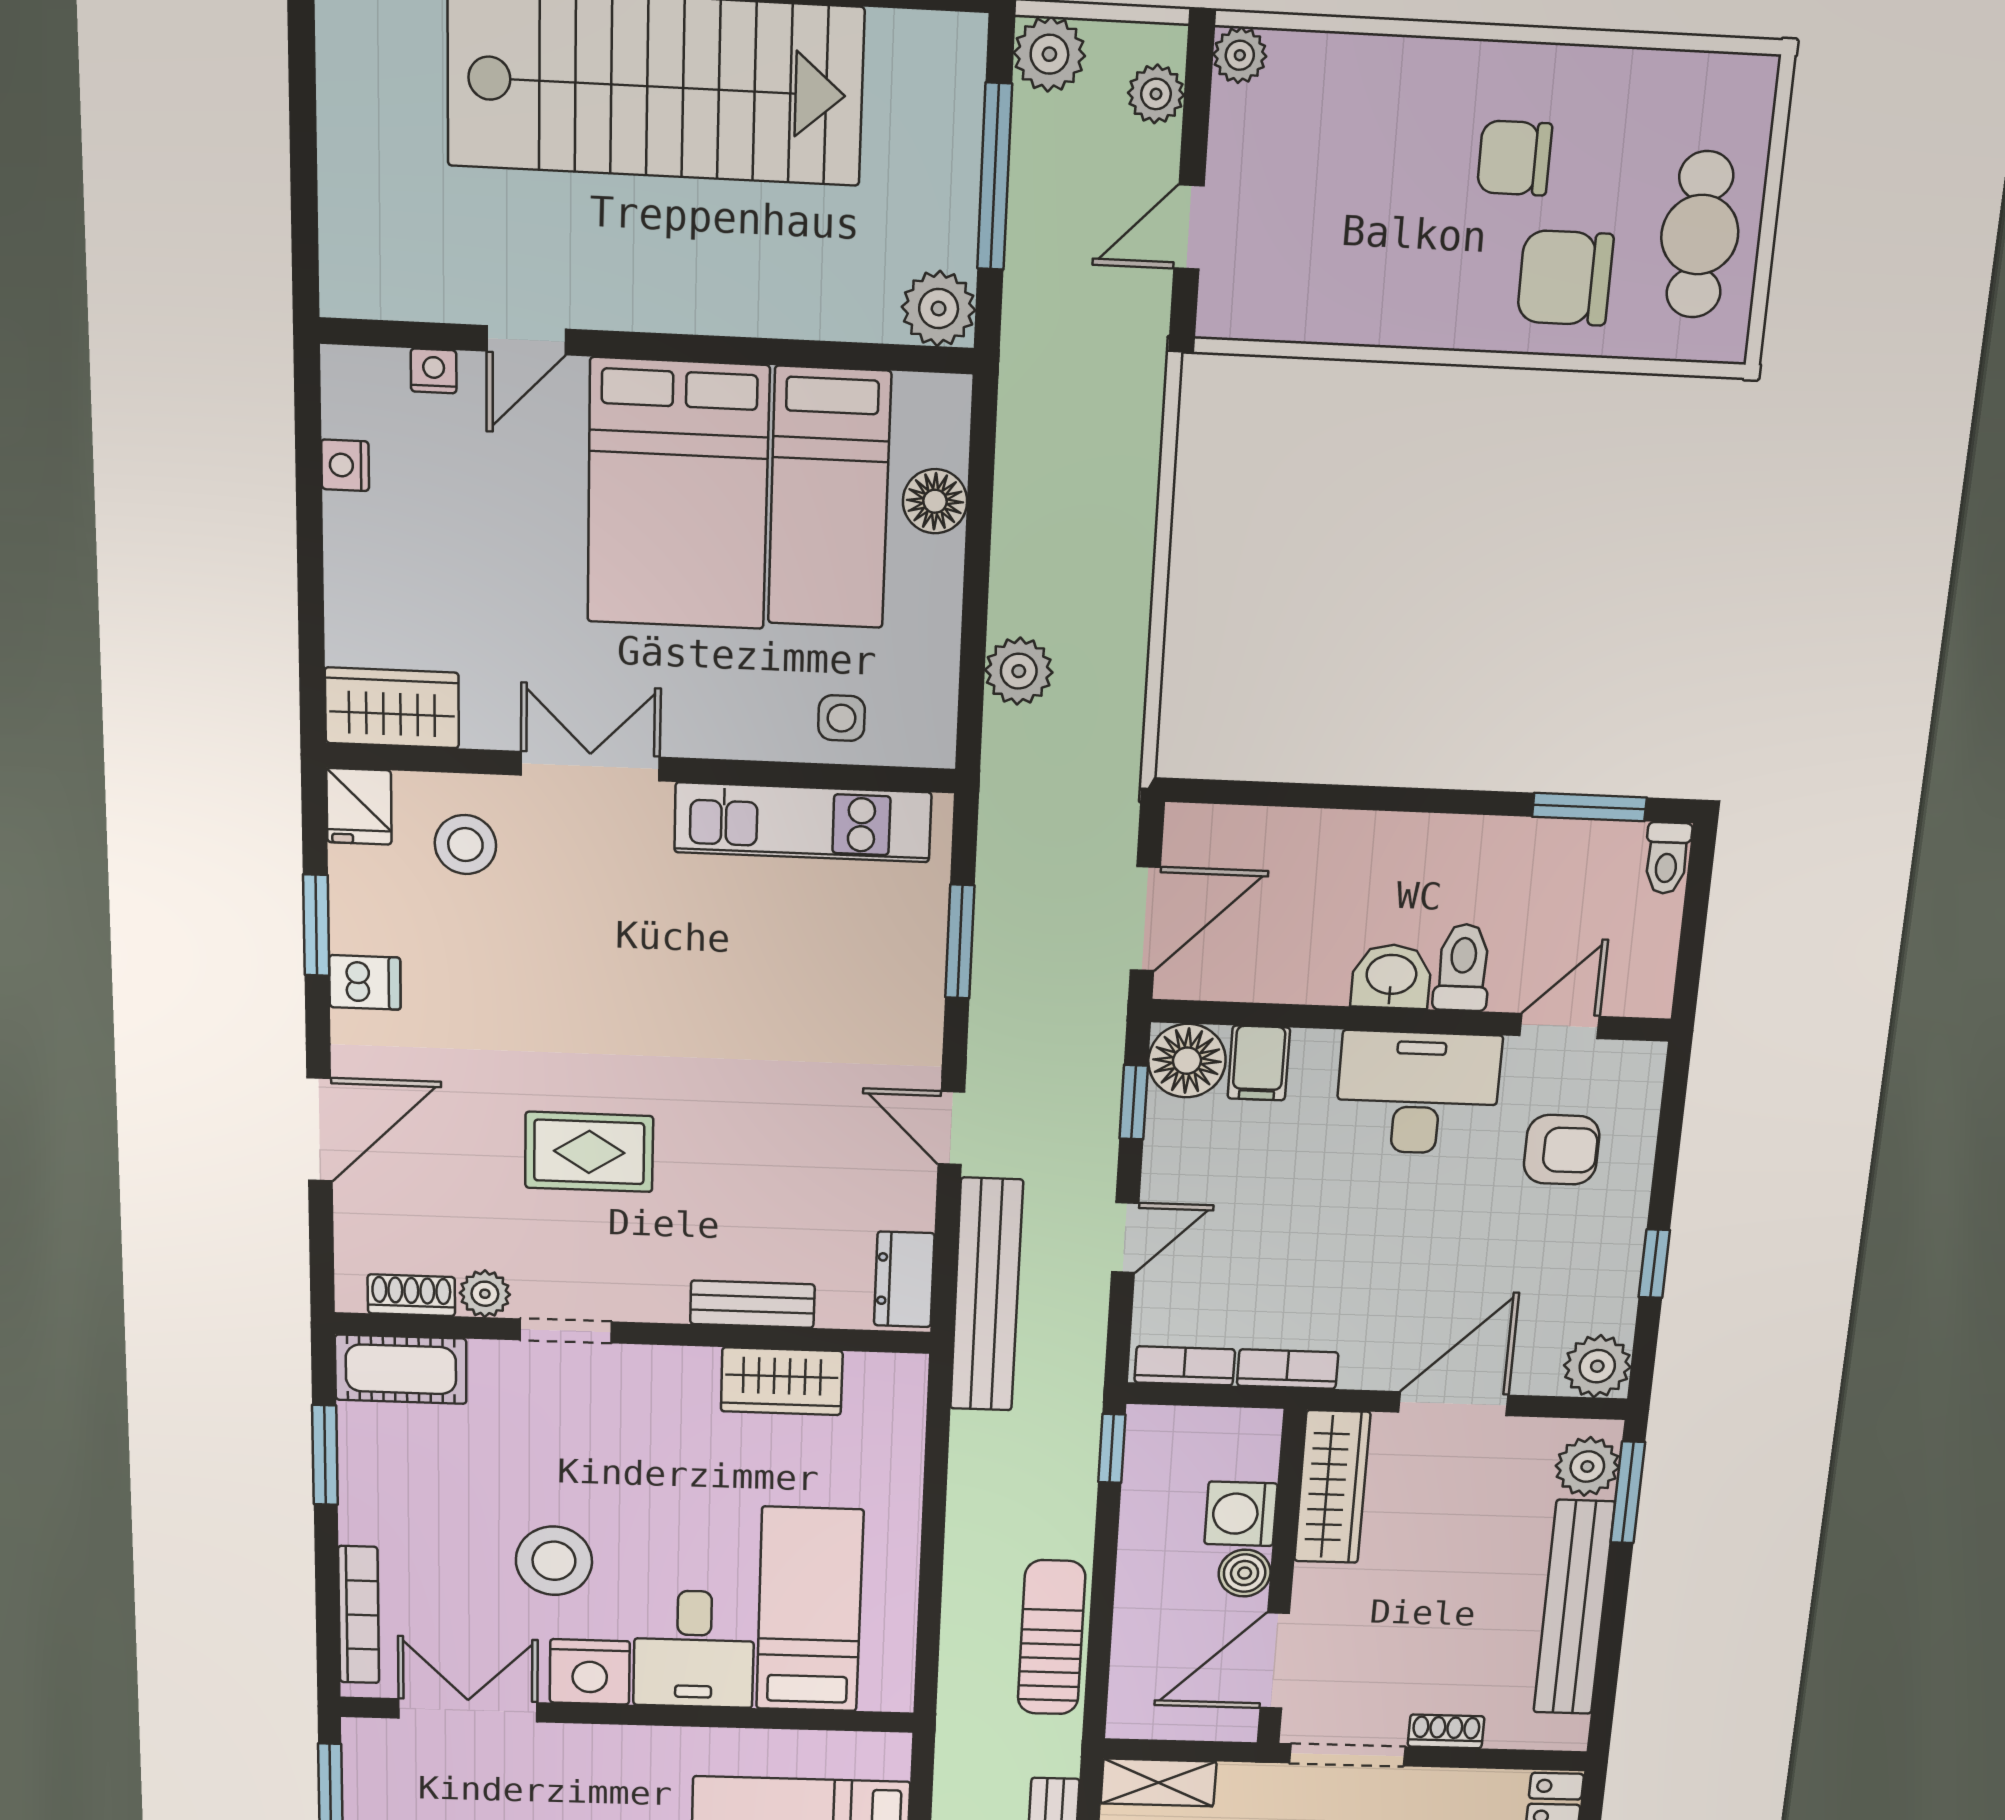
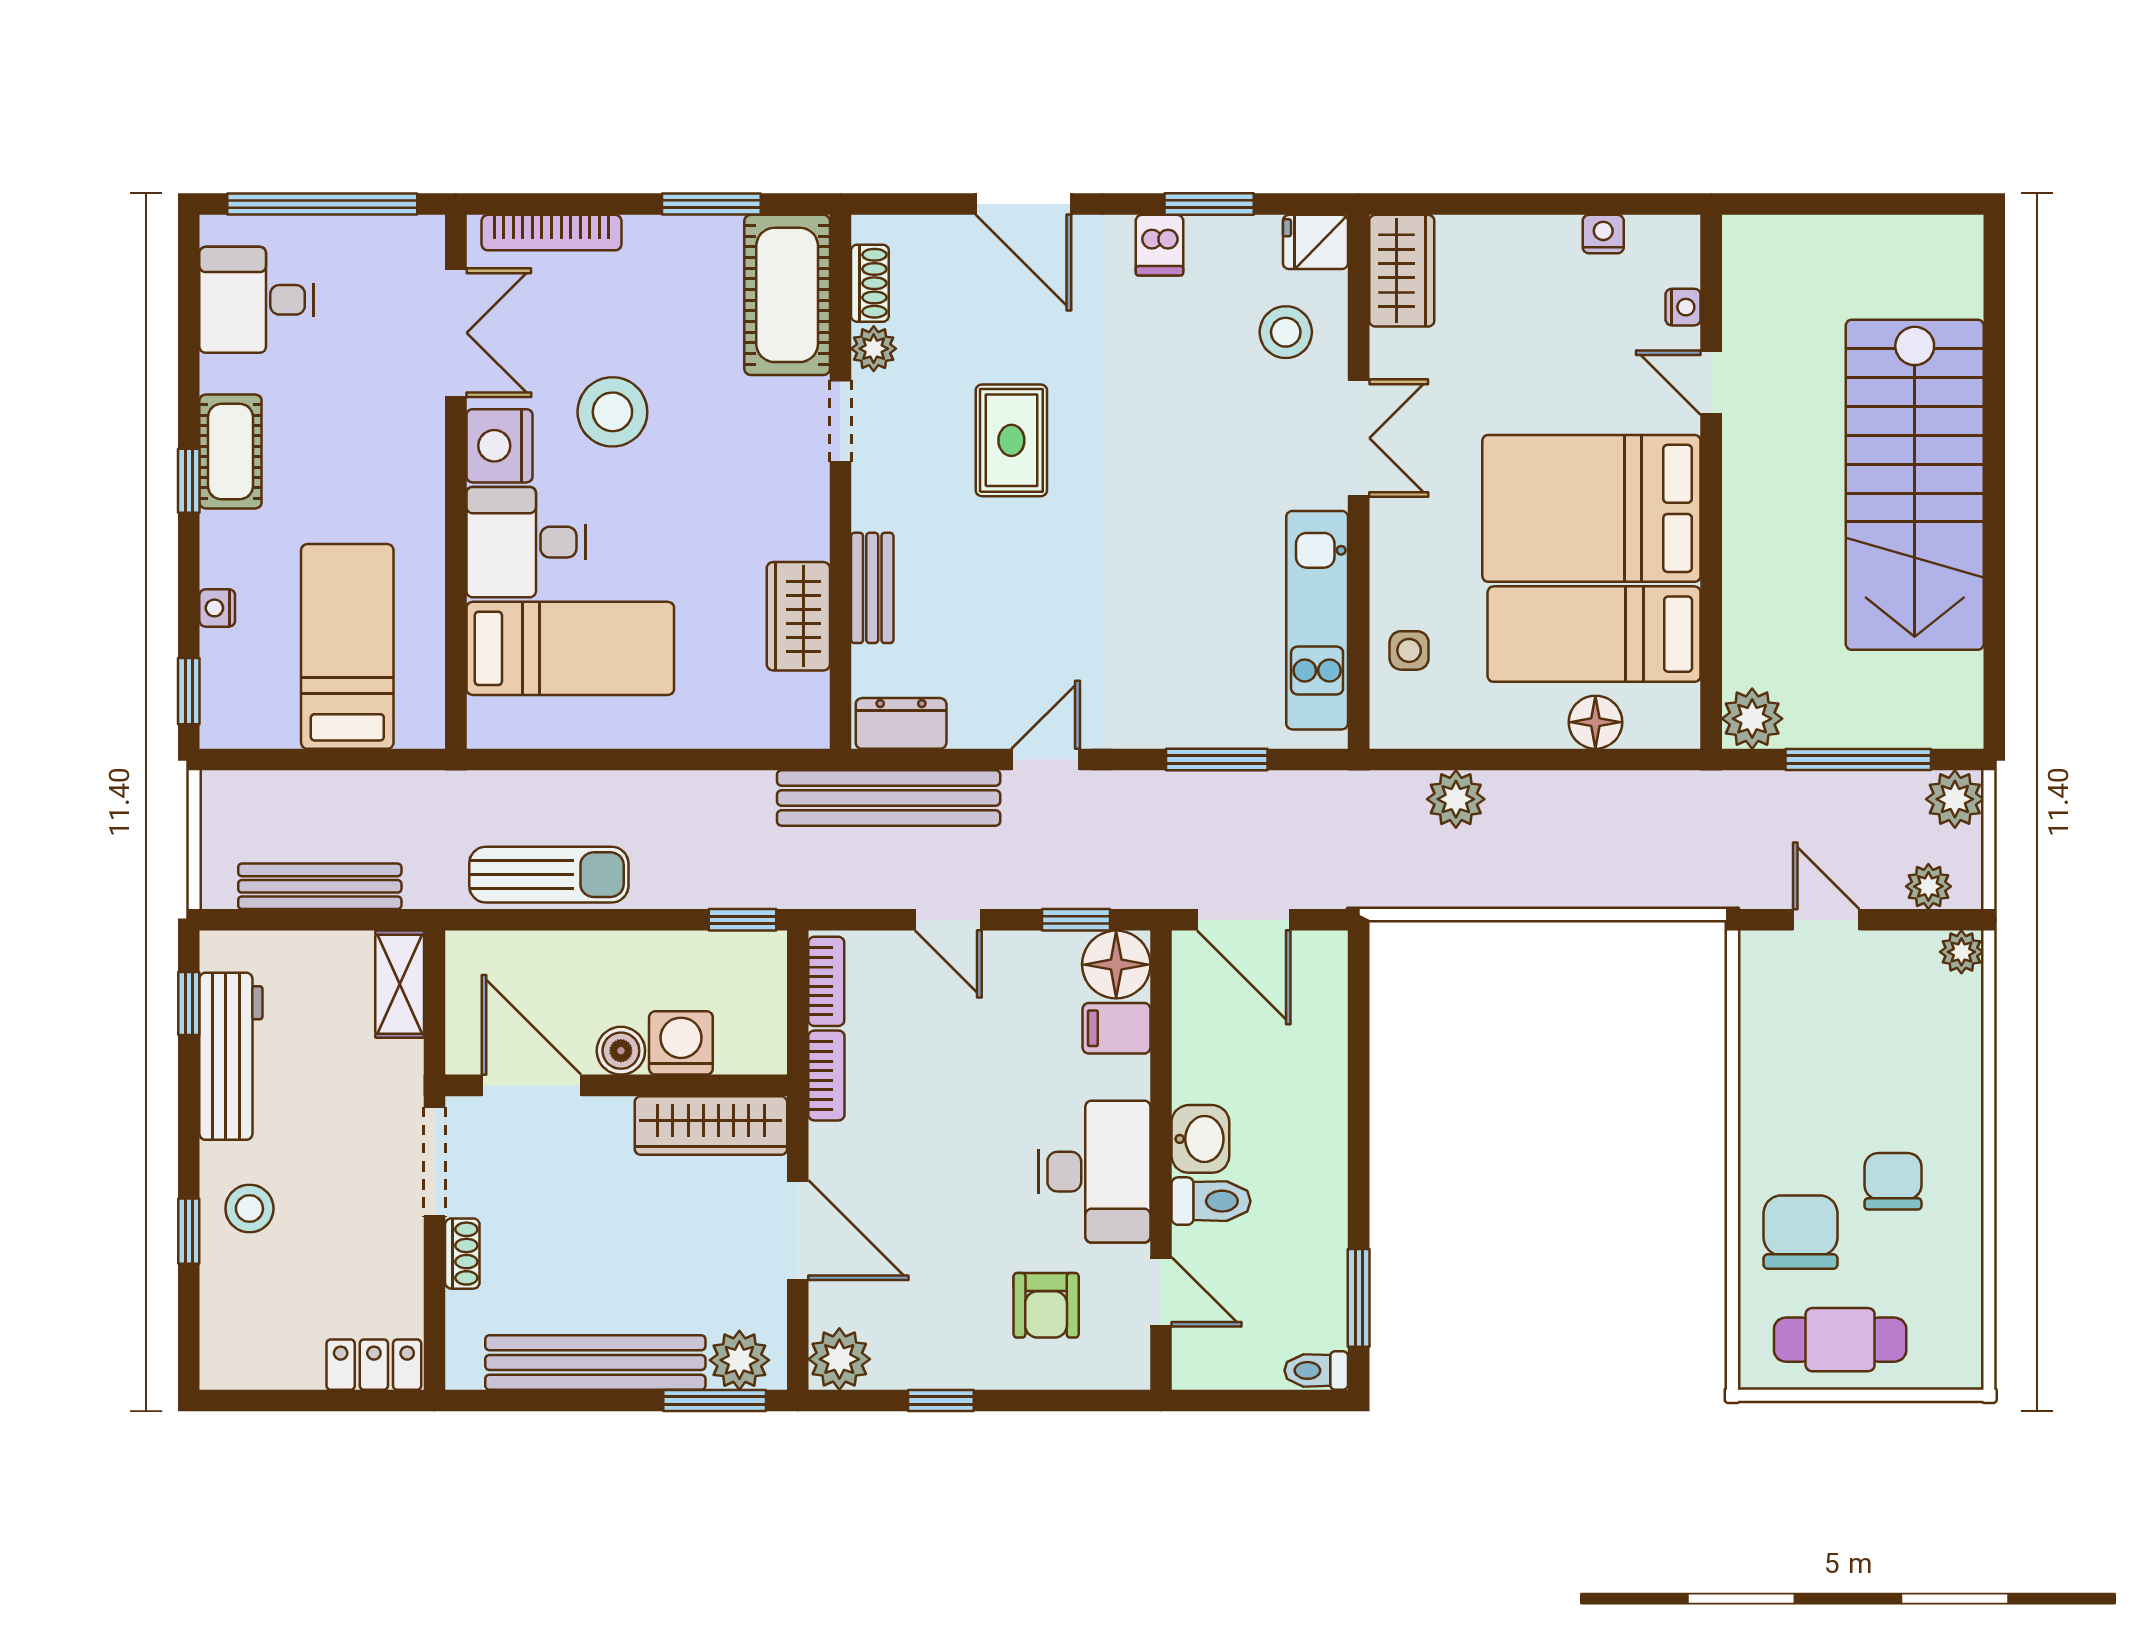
cot: (401, 1369) -> (787, 295), width x1.37, depth x1.34

